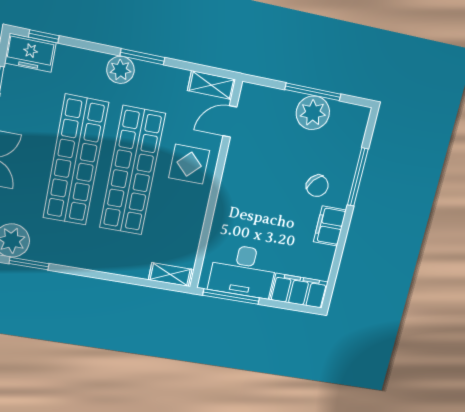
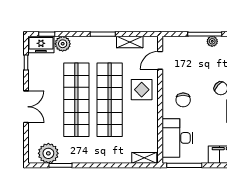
plant: (120, 70) -> (63, 44), moved
shelving: (212, 85) -> (130, 42), moved
plant: (313, 113) -> (212, 41), width x0.53, depth x0.53
chair: (253, 193) -> (183, 100), added
desk: (243, 271) -> (177, 138), moved, turned 90

